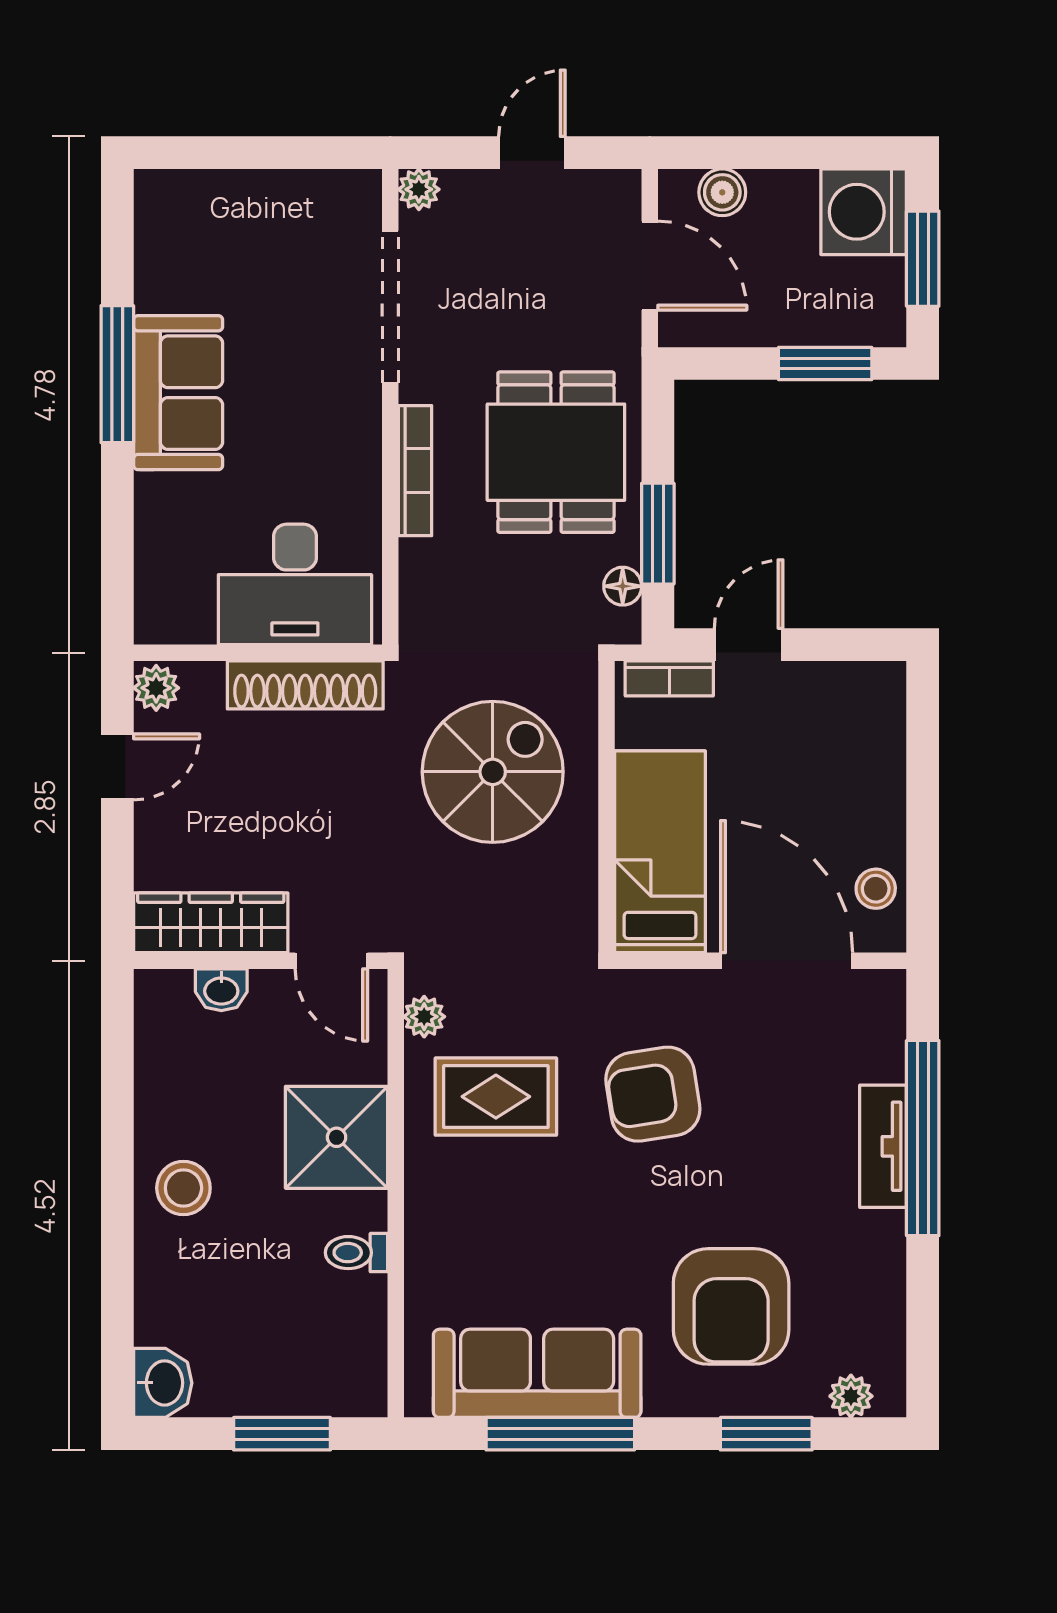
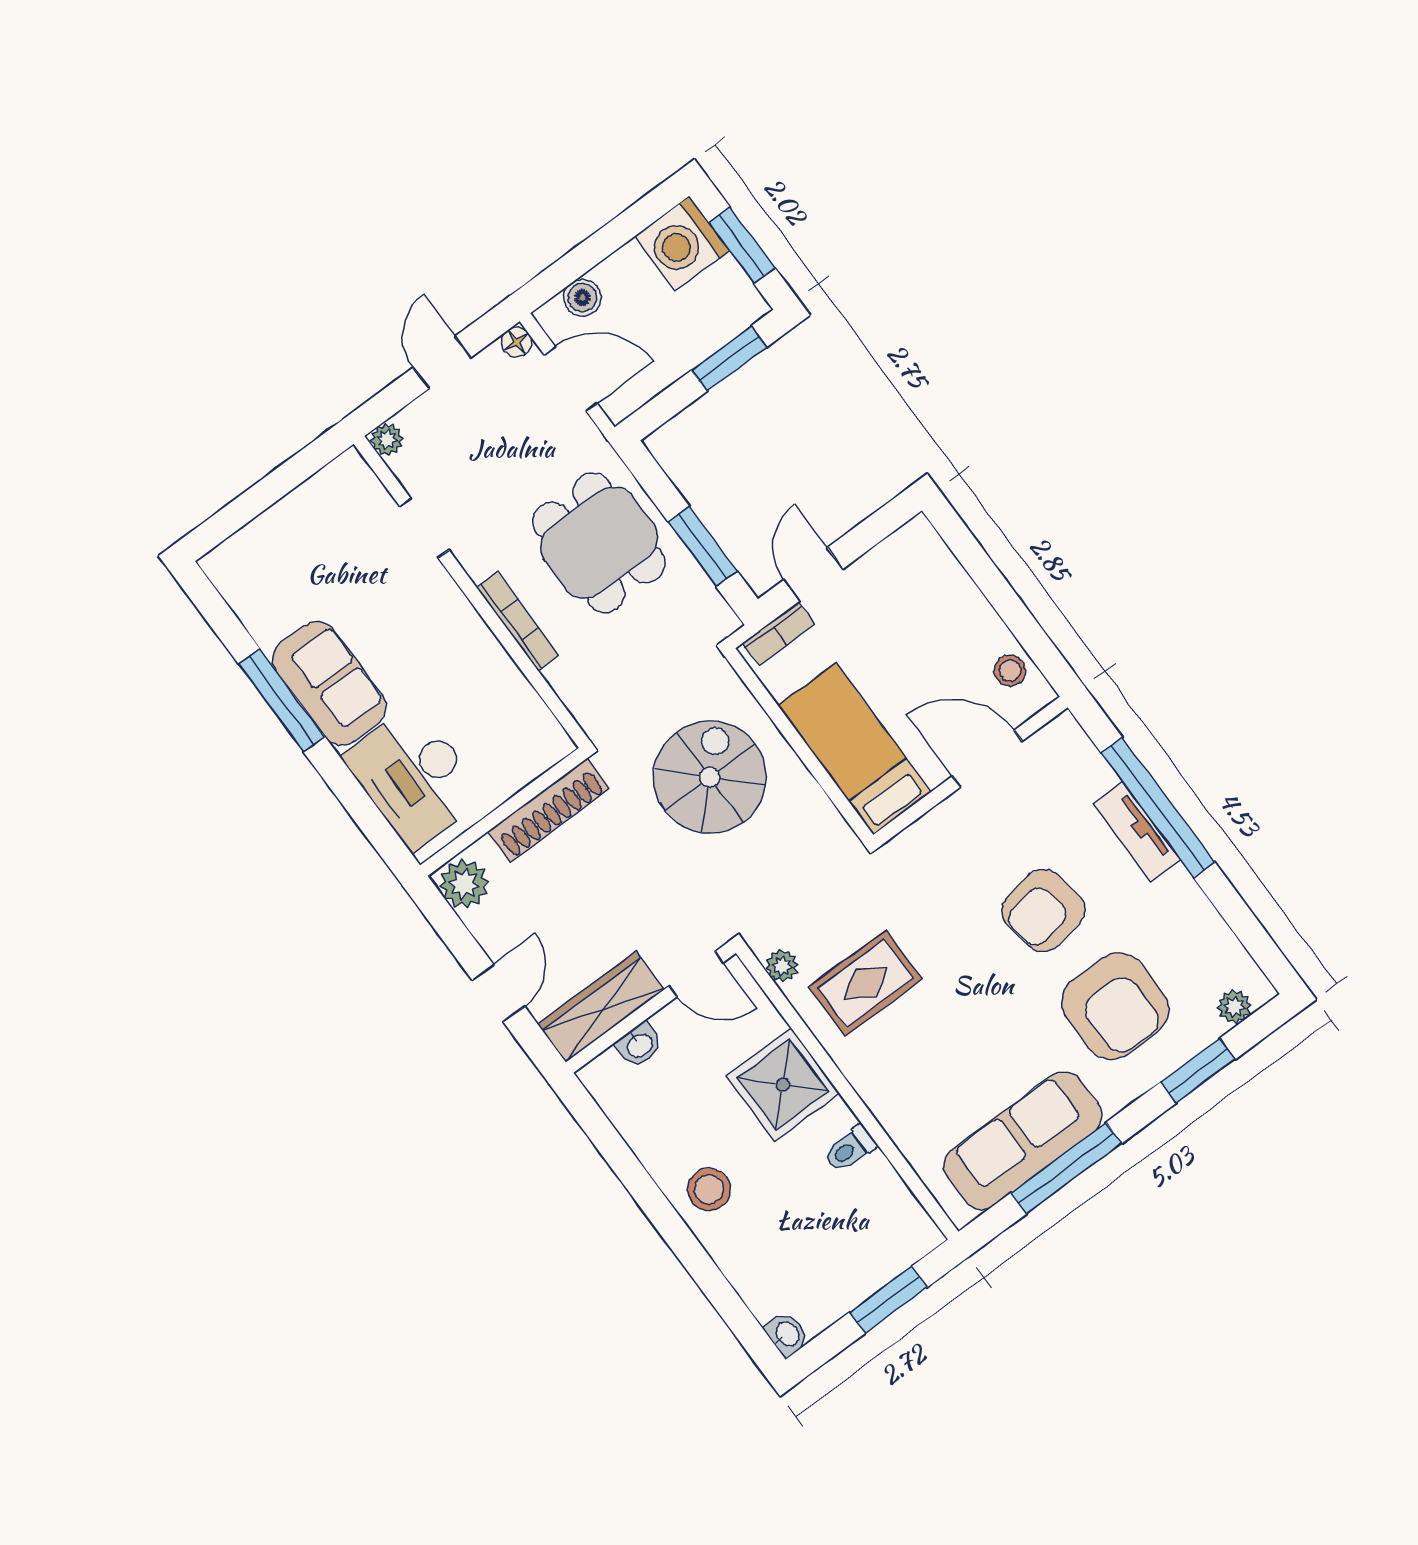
doorway: (390, 307) -> (424, 528), width x0.53
desk: (295, 584) -> (414, 777), moved, turned 90
floor lamp: (623, 586) -> (517, 342), moved
plant: (156, 688) -> (464, 884), width x1.38, depth x1.38
door: (117, 767) -> (498, 993), moved
door: (787, 961) -> (987, 759), width x0.73
armchair: (653, 1094) -> (1043, 910), moved
washbasin: (163, 1383) -> (787, 1334), width x0.72, depth x0.69

